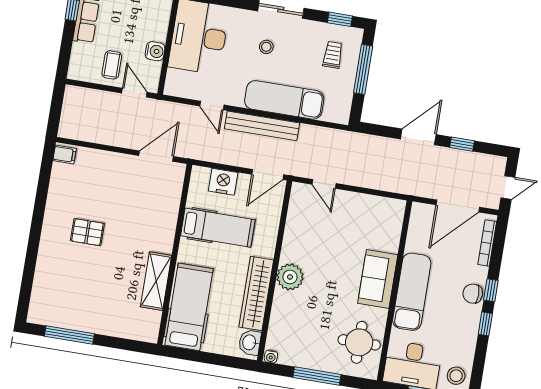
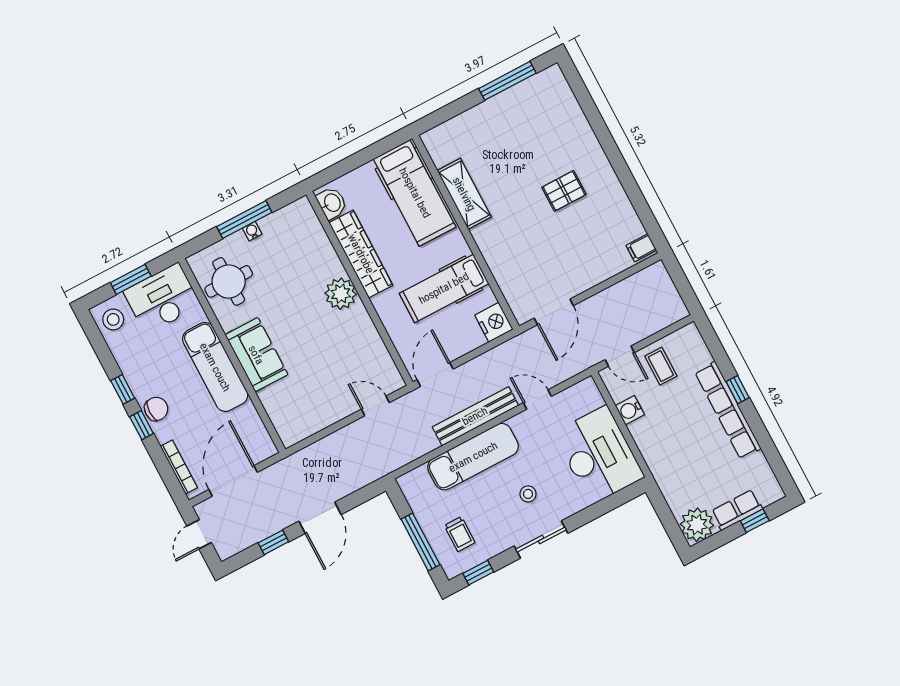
nightstand: (223, 182) -> (494, 322), moved, turned -90
water cooler: (271, 356) -> (252, 231), moved

